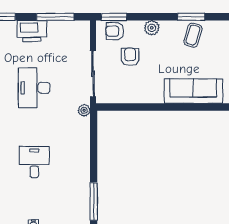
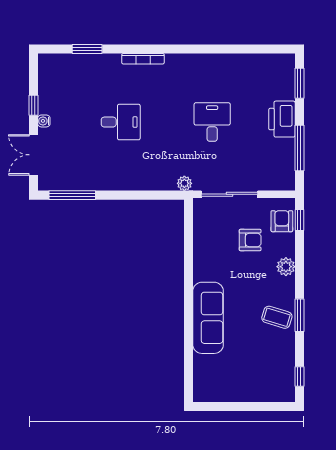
window: (114, 17) -> (299, 220), width x0.67
desk: (34, 88) -> (212, 122), width x0.73

